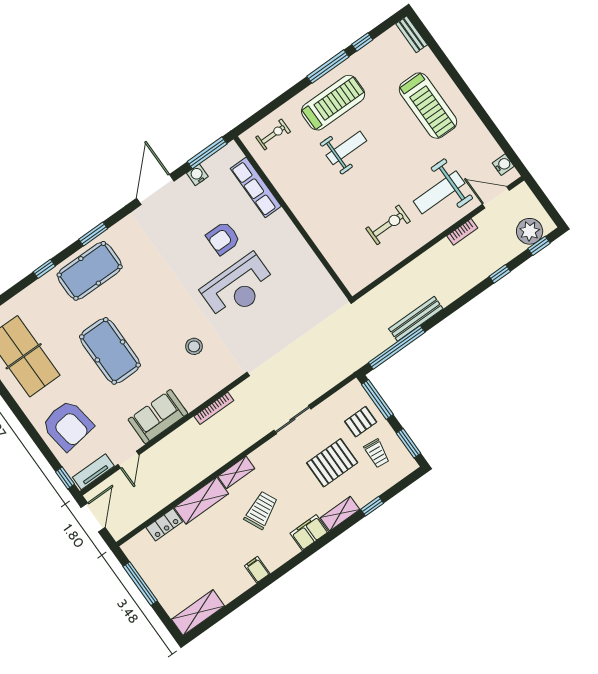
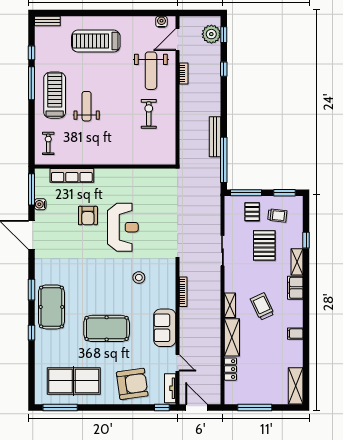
treadmill: (428, 106) -> (96, 41), turned 180

